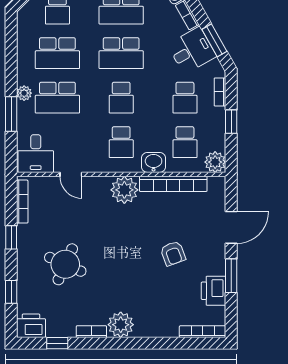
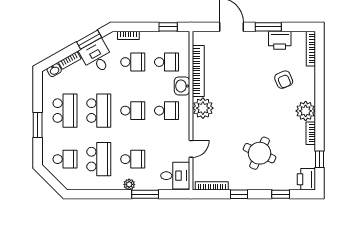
school desk: (57, 98) -> (133, 159), width x0.54
window: (231, 122) -> (168, 27), moved
plant: (215, 162) -> (182, 39), removed
armchair: (173, 253) -> (284, 80), moved, turned 87

